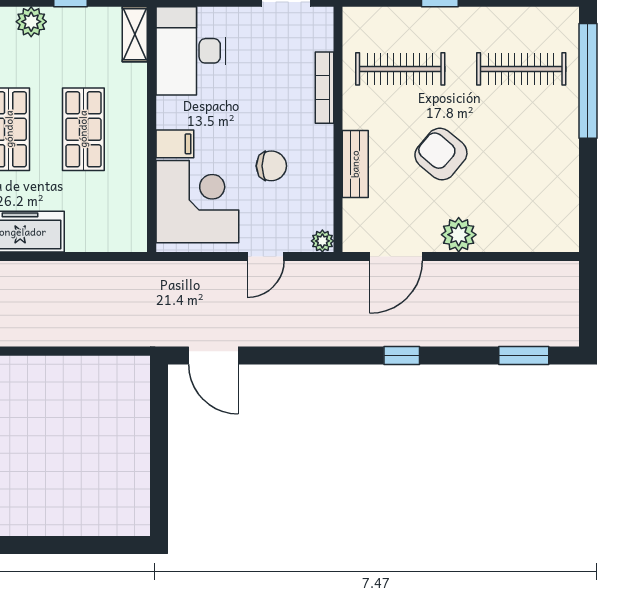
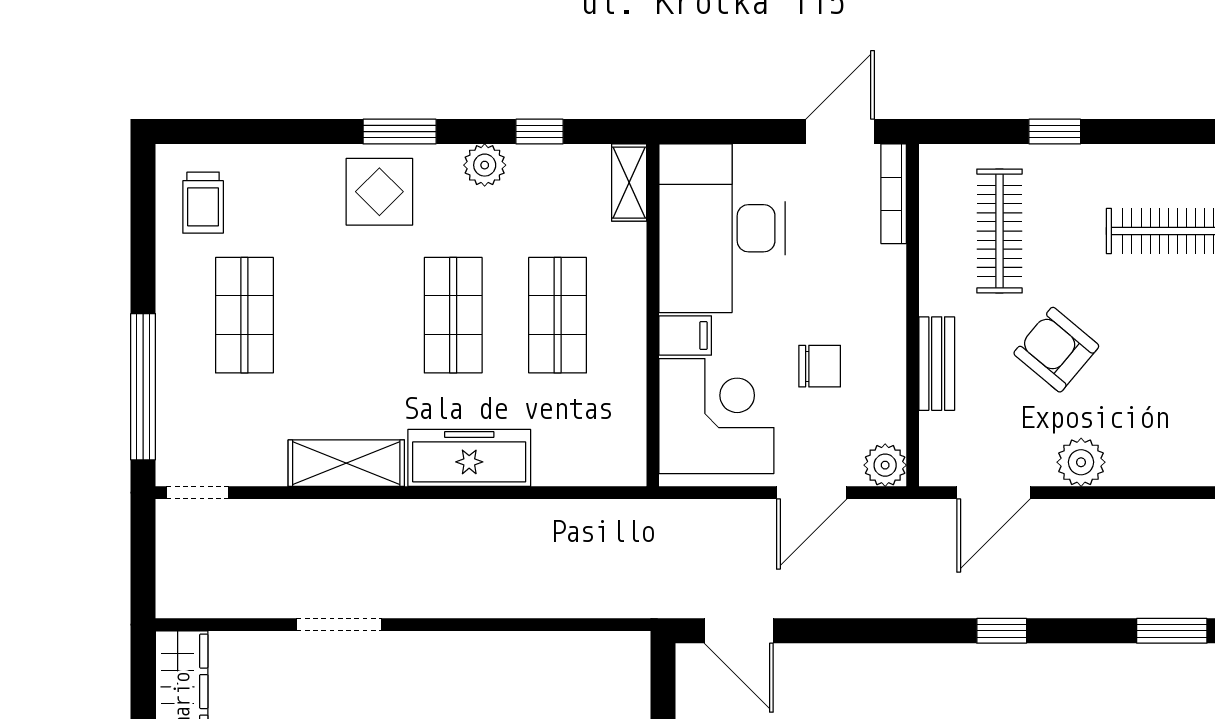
desk: (191, 51) -> (722, 228), width x1.36, depth x1.30
clothes rail: (400, 69) -> (999, 231), turned 90
bookcase: (324, 88) -> (894, 194), moved
plant: (322, 241) -> (885, 465), width x1.38, depth x1.38
door: (266, 257) -> (812, 493), width x1.38

